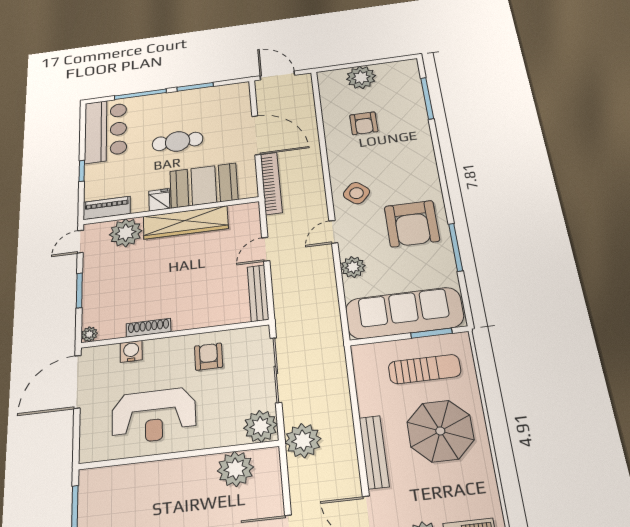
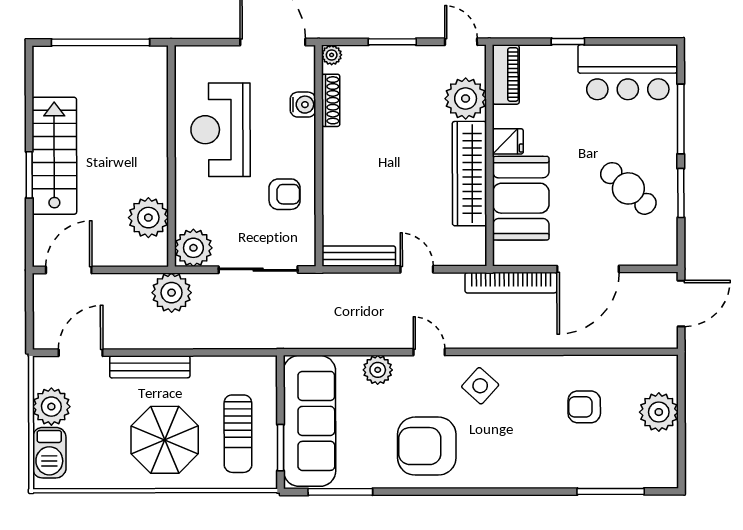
cafe table: (178, 141) -> (628, 188), moved, turned -48
window: (456, 247) -> (340, 492), moved
shoe rack: (148, 328) -> (331, 100), moved

